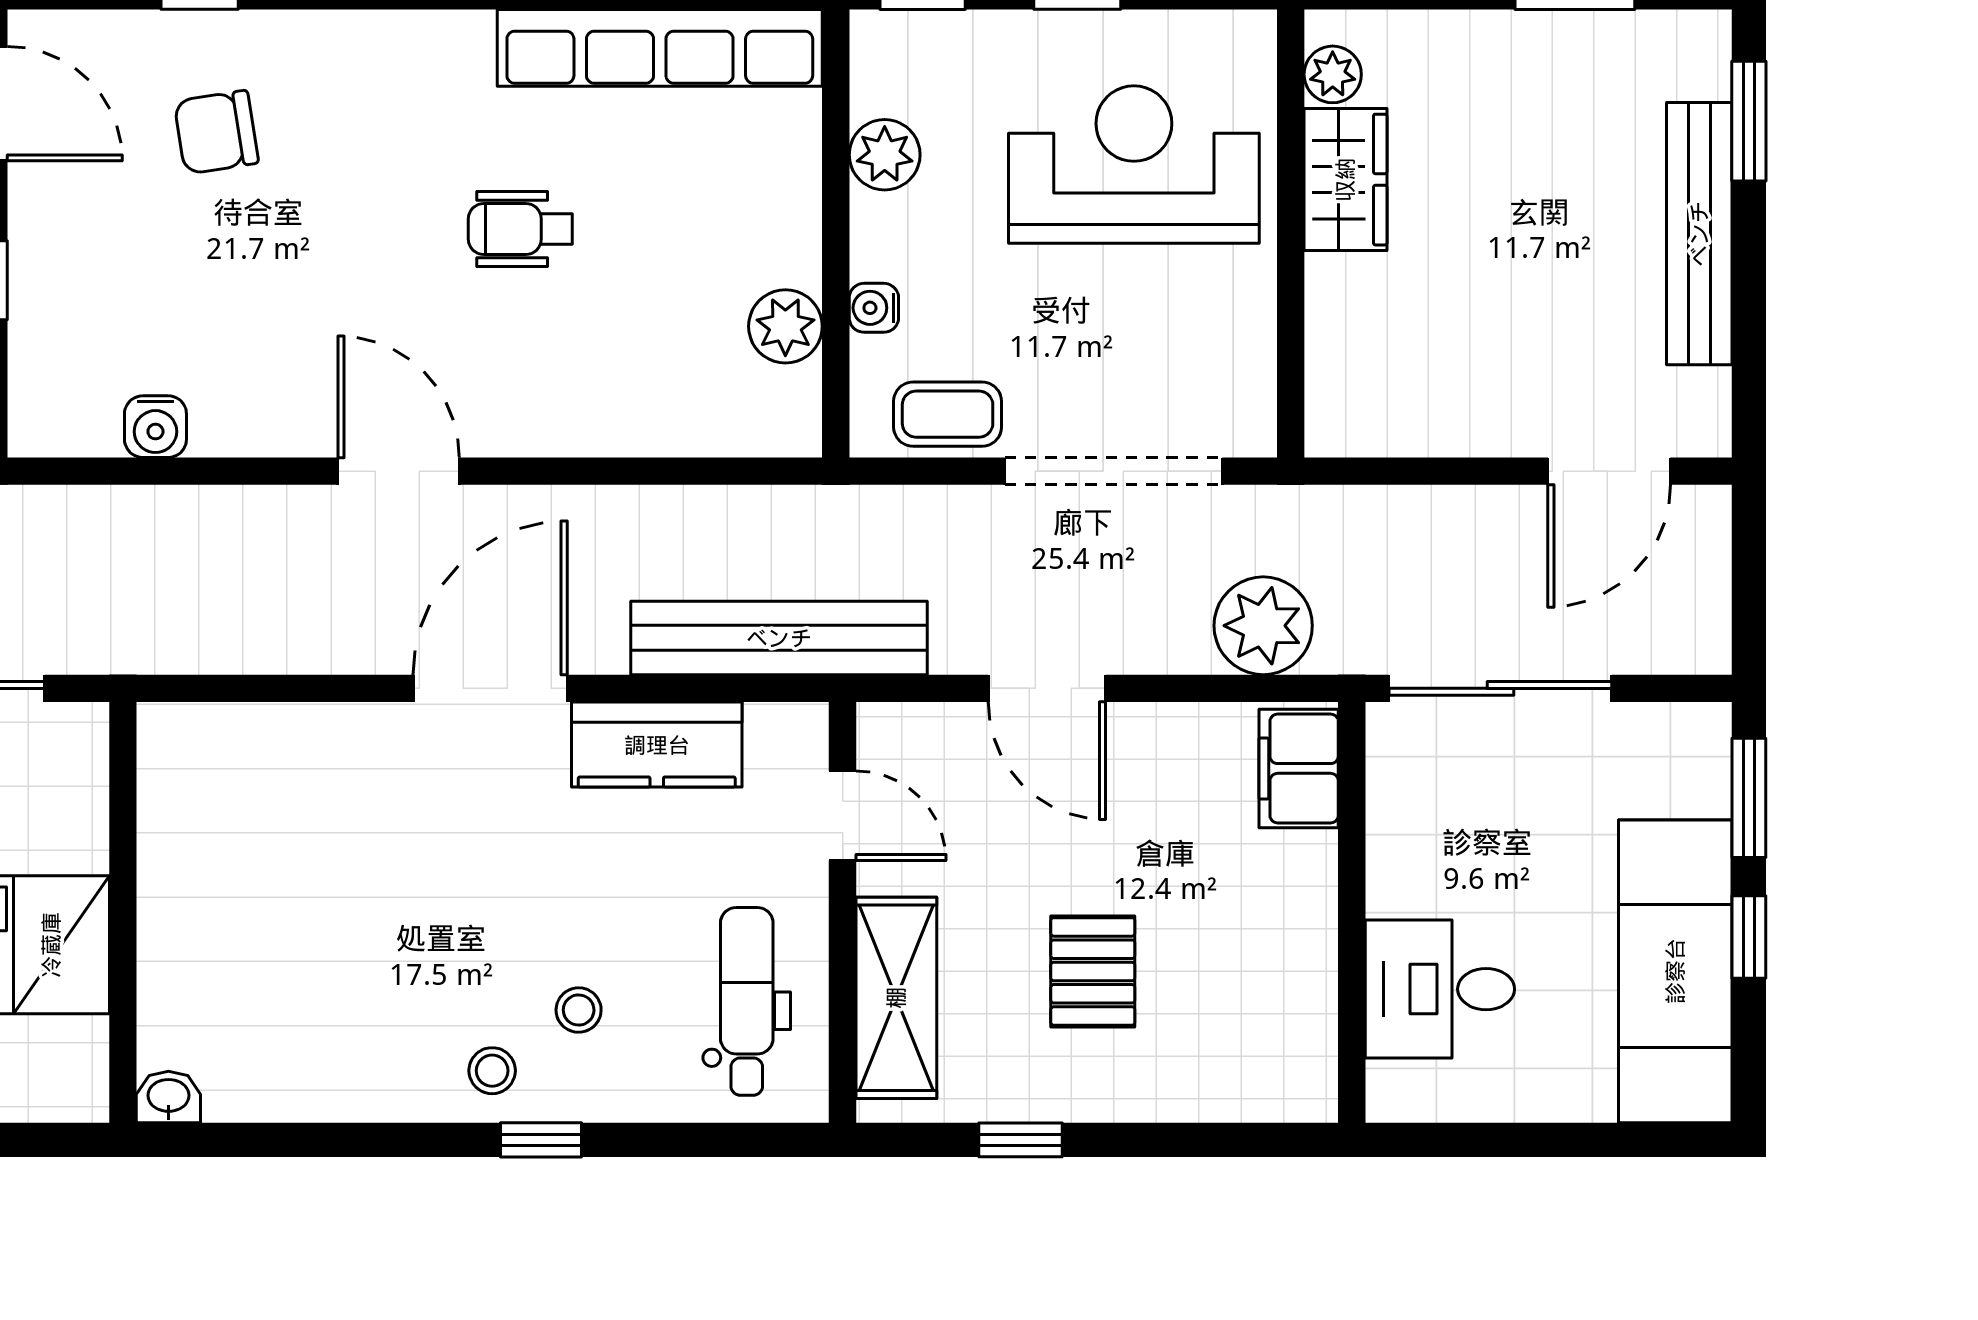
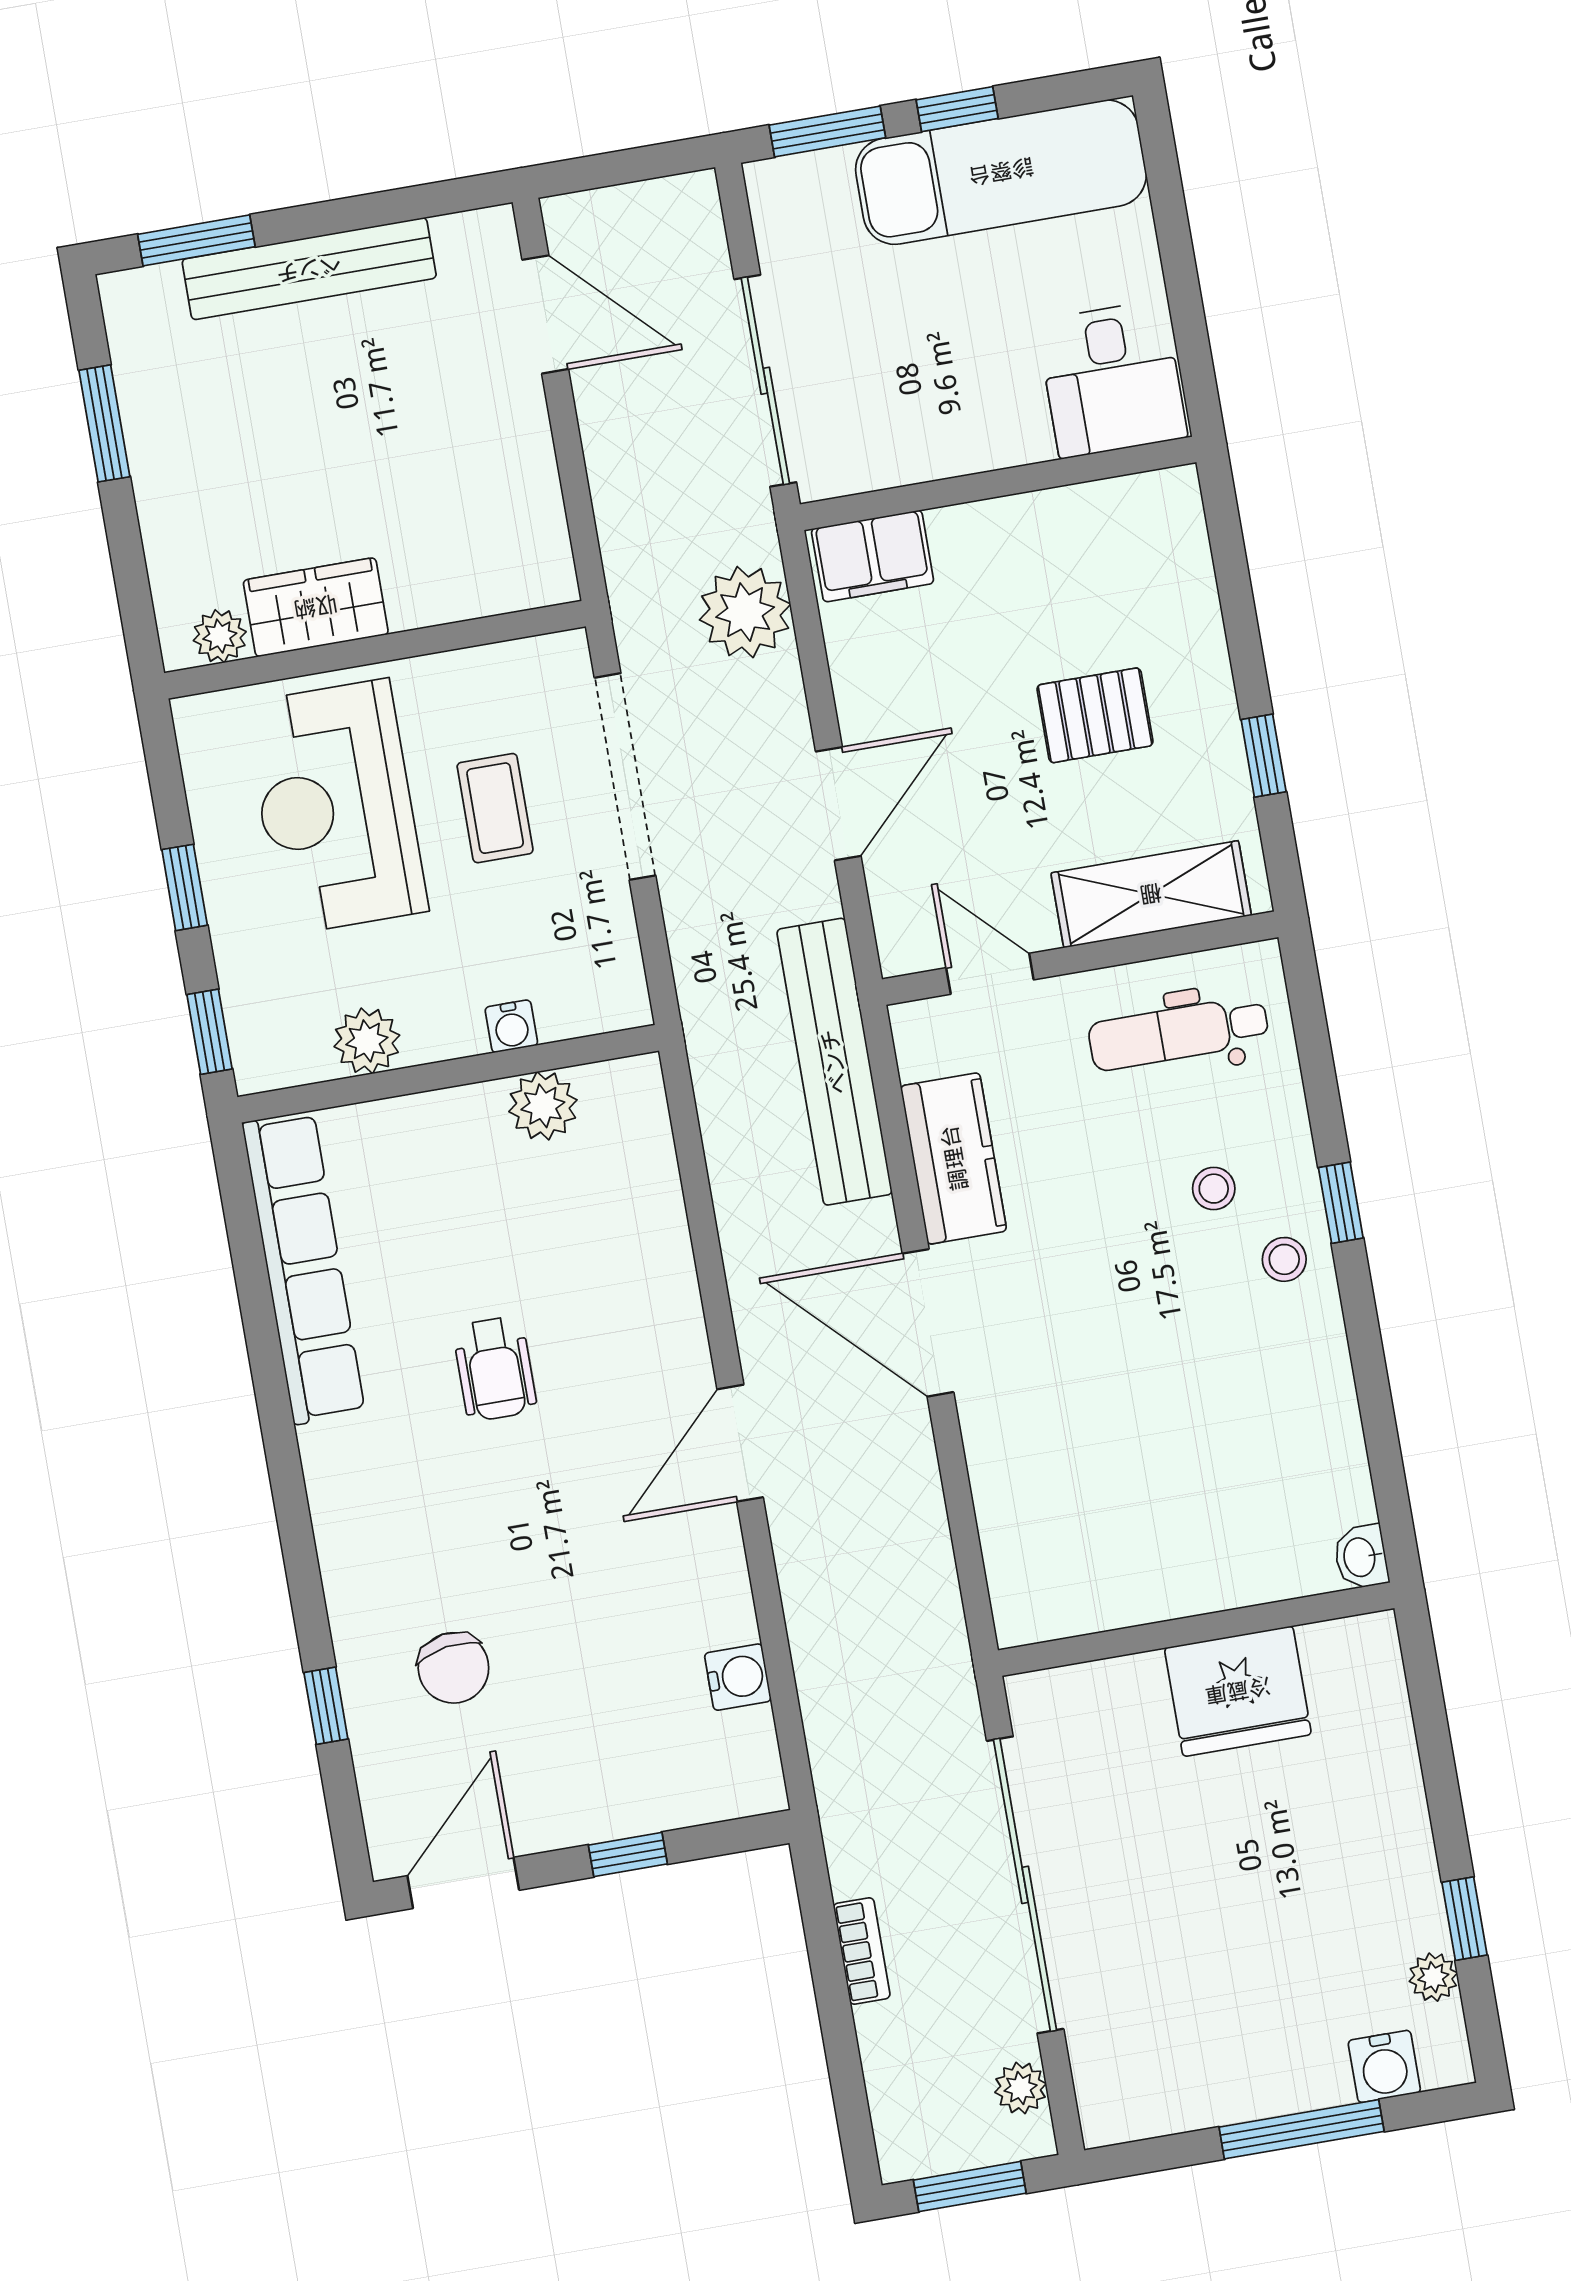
coffee table: (948, 414) -> (495, 808), moved
door: (843, 816) -> (990, 974), hinge flipped
desk: (1440, 989) -> (1112, 379), moved

